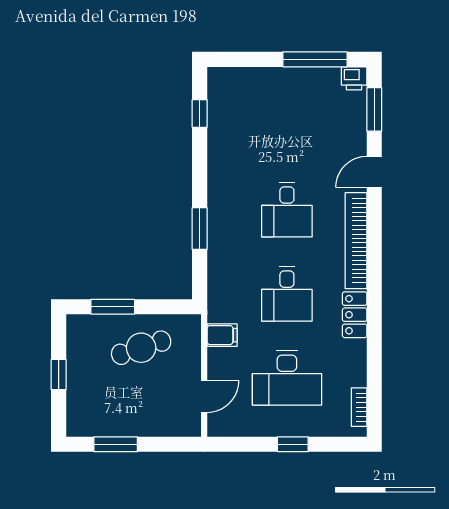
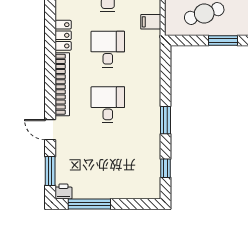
door: (374, 172) -> (50, 130), swing flipped
window: (200, 229) -> (166, 120), moved

